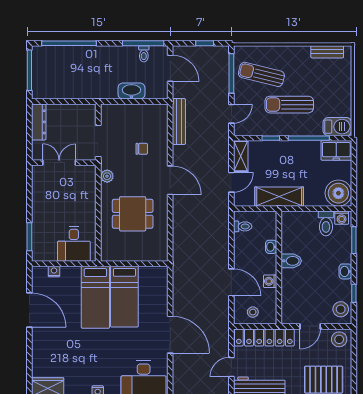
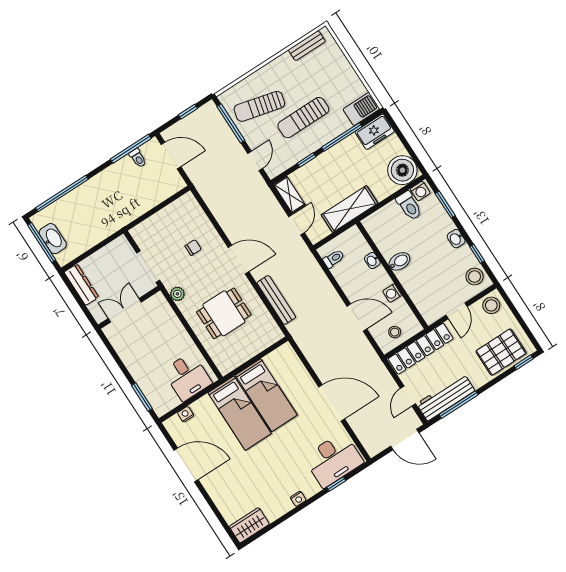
washbasin: (131, 91) -> (53, 239), moved, turned 90
bench: (179, 122) -> (276, 300), moved

